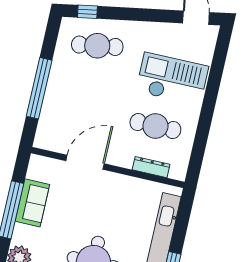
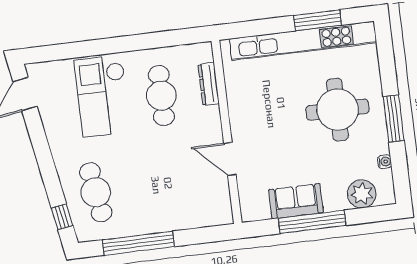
window: (39, 88) -> (138, 243), moved
door: (85, 162) -> (230, 159), width x0.73

